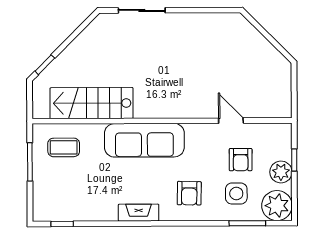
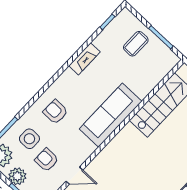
coffee table: (64, 147) -> (136, 44), moved
fireplace: (139, 213) -> (84, 59), moved

